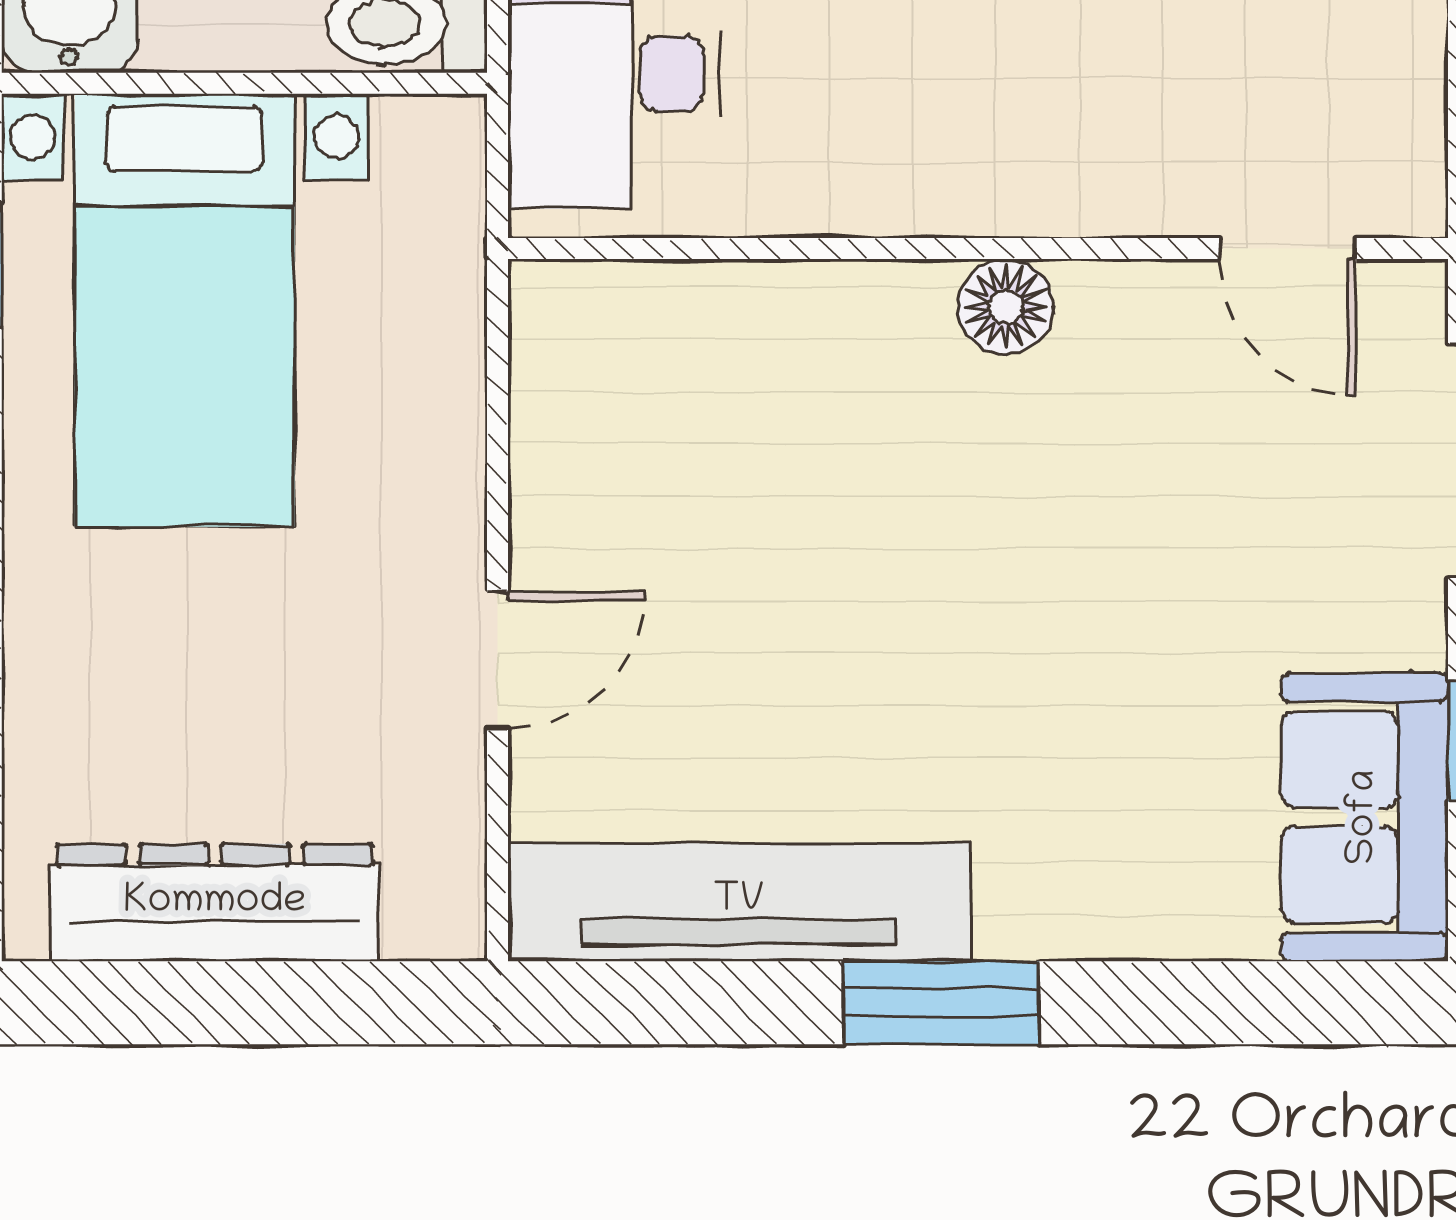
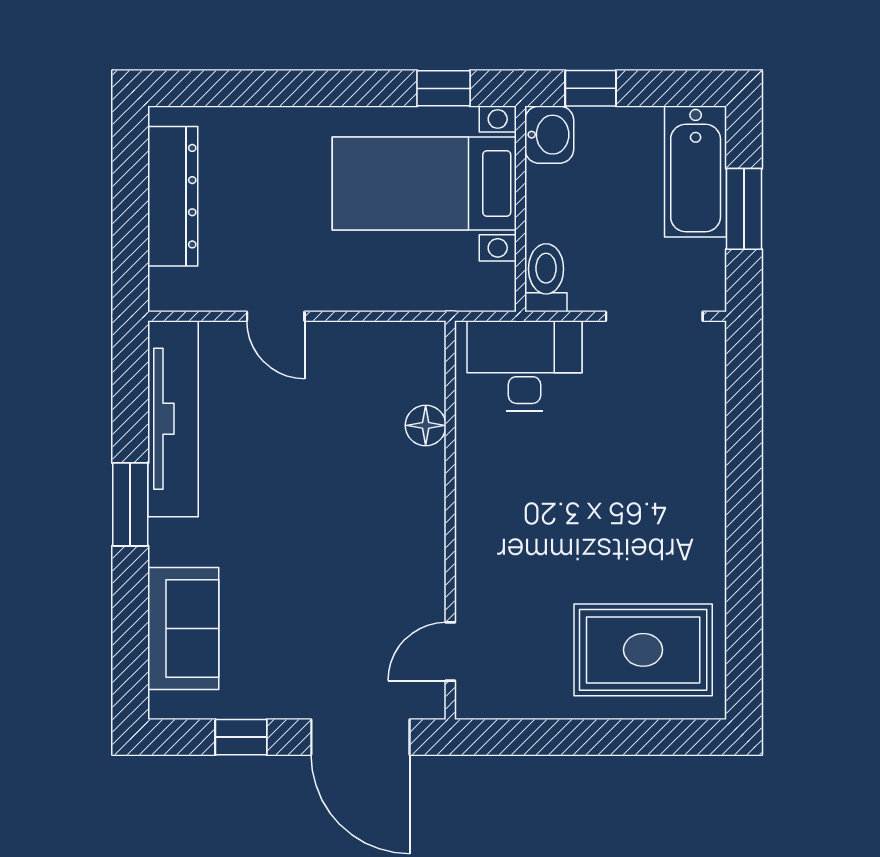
floor lamp: (1006, 307) -> (426, 425), moved
sofa: (1365, 817) -> (183, 628), moved, turned 90

